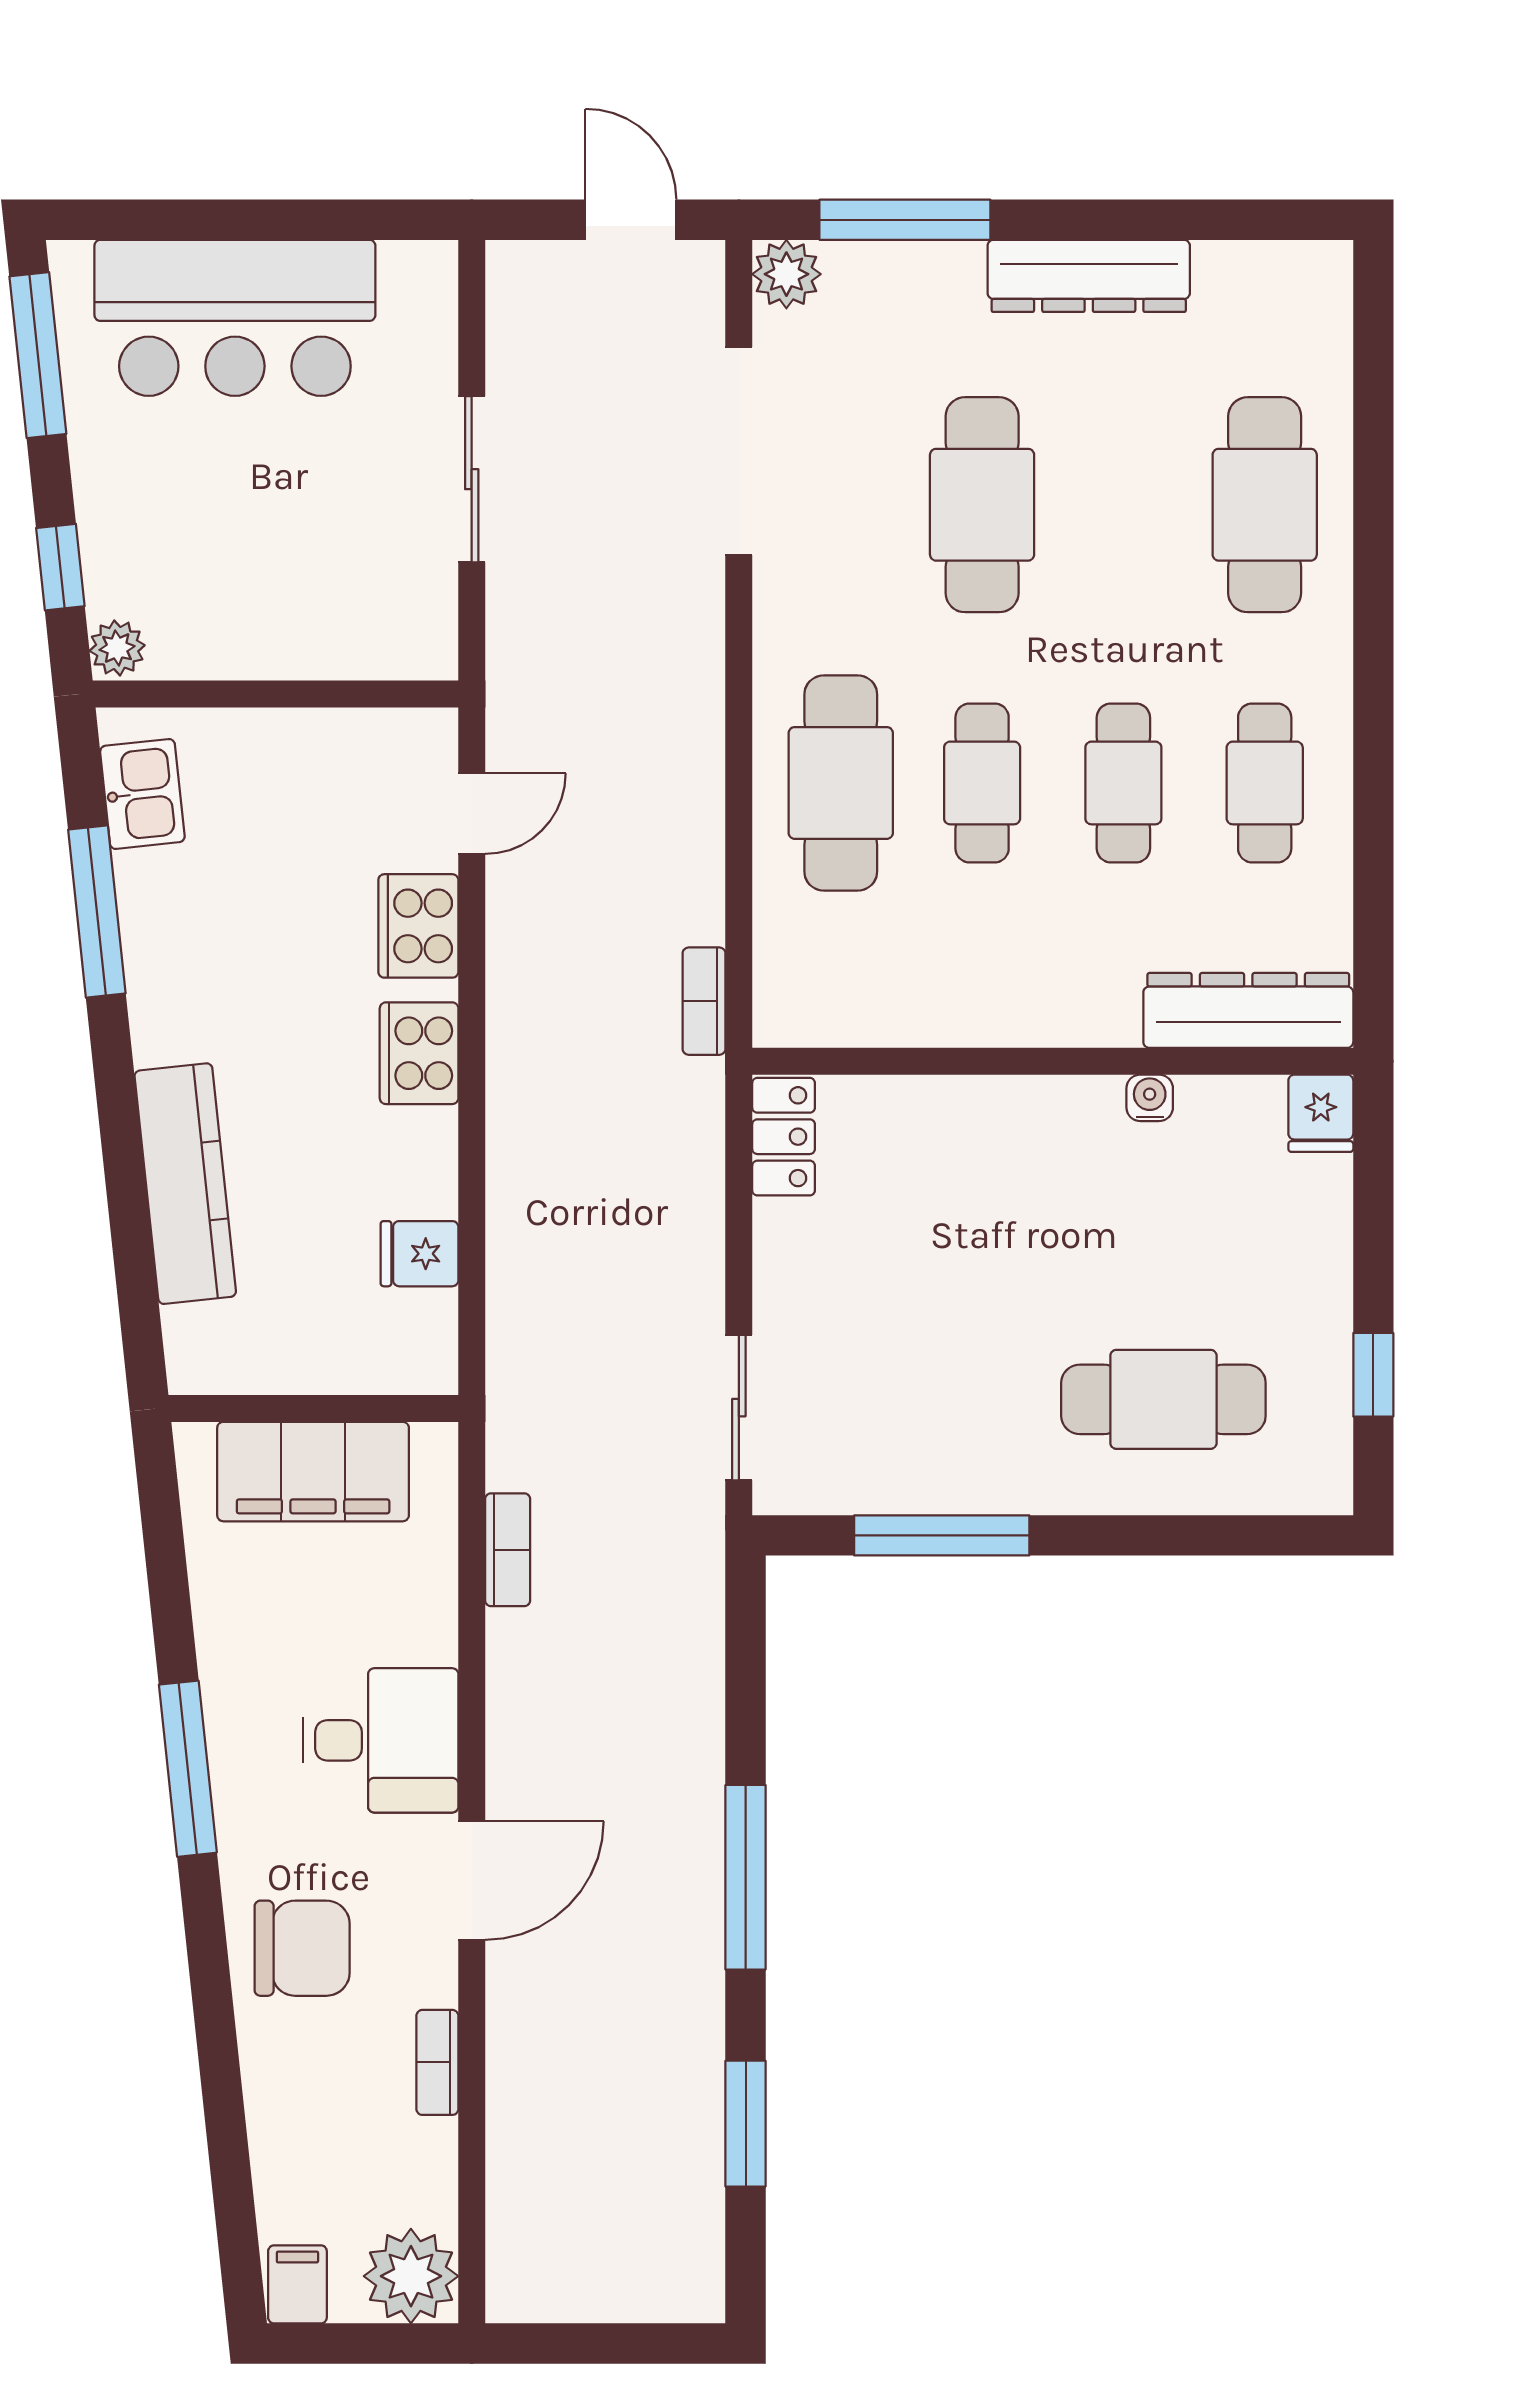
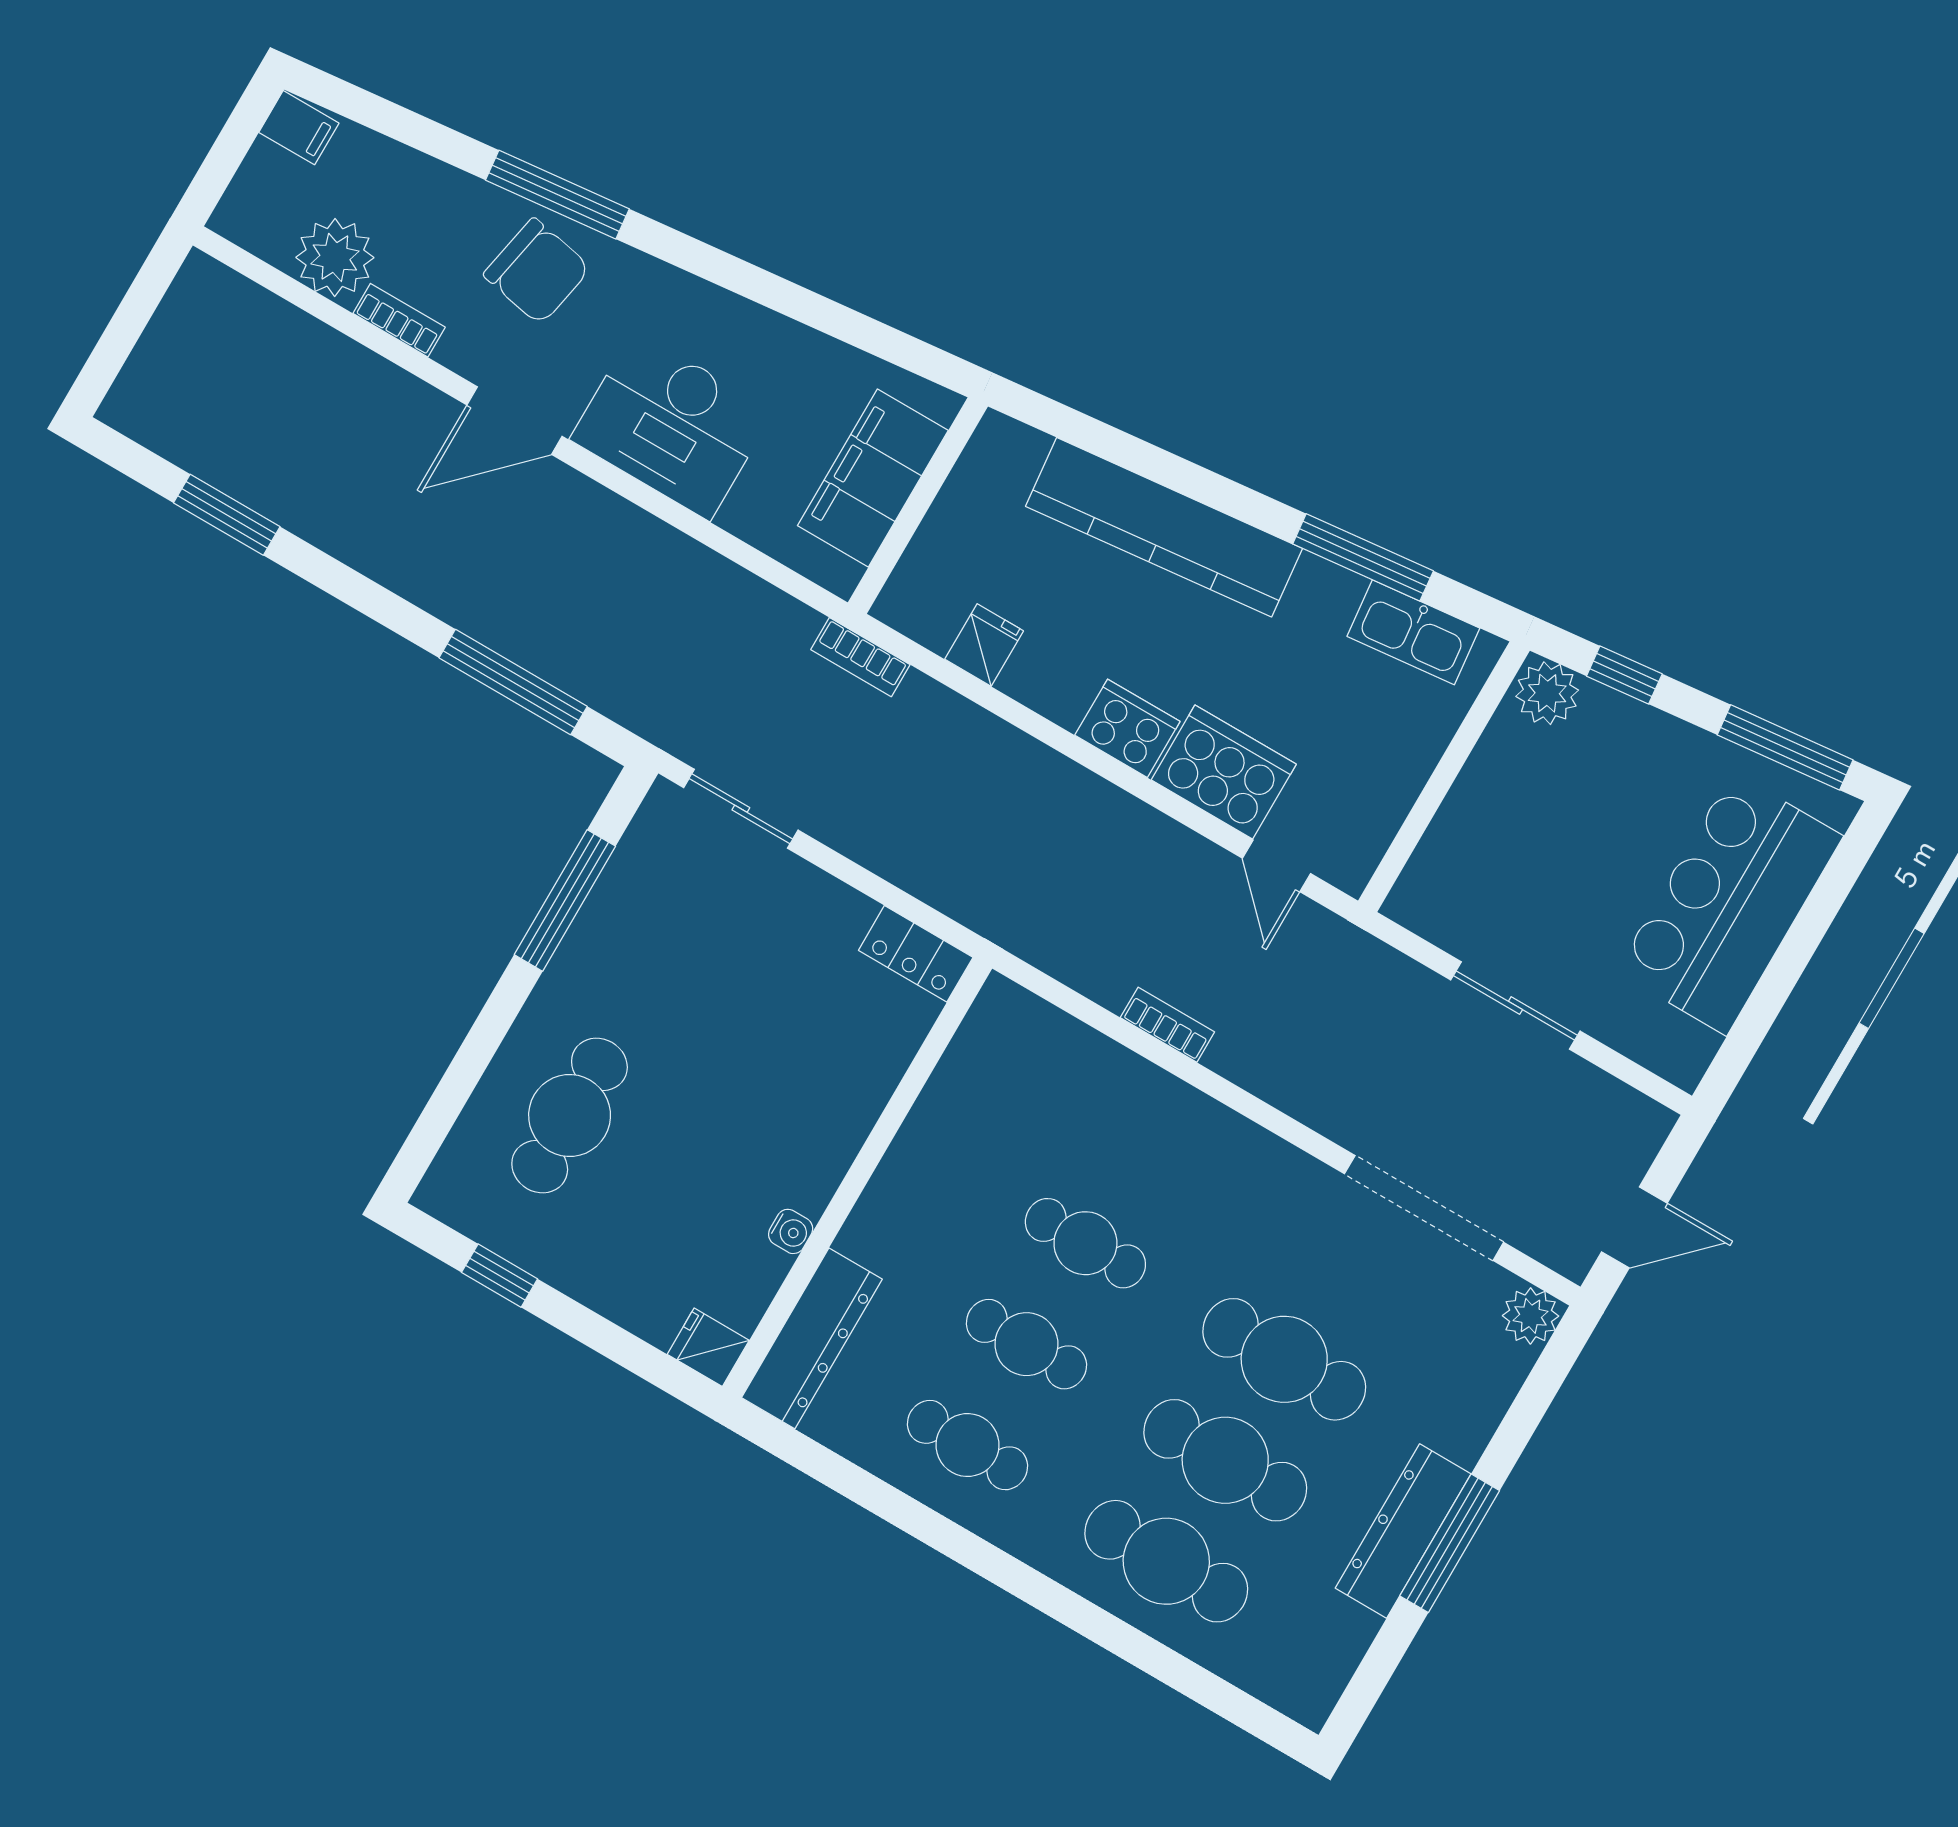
window: (905, 220) -> (1450, 1543), moved
plant: (117, 648) -> (1547, 693), width x1.38, depth x1.38
cafe table: (841, 783) -> (1225, 1460), moved
kitchen sink: (142, 794) -> (1413, 632), width x1.38
cooker: (418, 926) -> (1224, 772), width x1.37, depth x1.31
bookcase: (704, 1001) -> (1167, 1025), moved
kitchen counter: (185, 1184) -> (1164, 527), width x1.39, depth x1.17
bookcase: (508, 1550) -> (860, 657), moved
desk: (381, 1740) -> (672, 425), width x1.37
window: (188, 1769) -> (557, 195), moved
window: (746, 1877) -> (513, 682), moved
door: (472, 1881) -> (515, 421), hinge flipped
chair: (302, 1948) -> (537, 271), turned -79
plant: (411, 2276) -> (335, 257), moved

